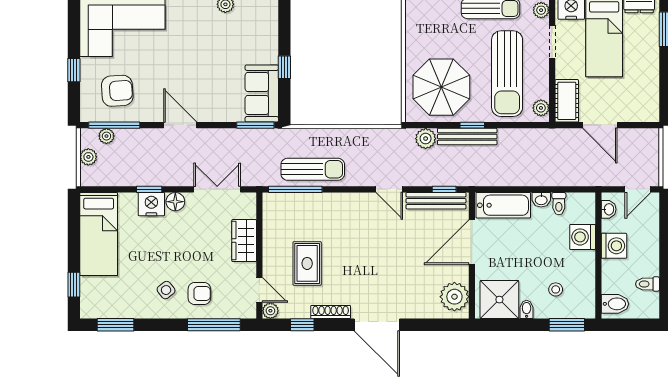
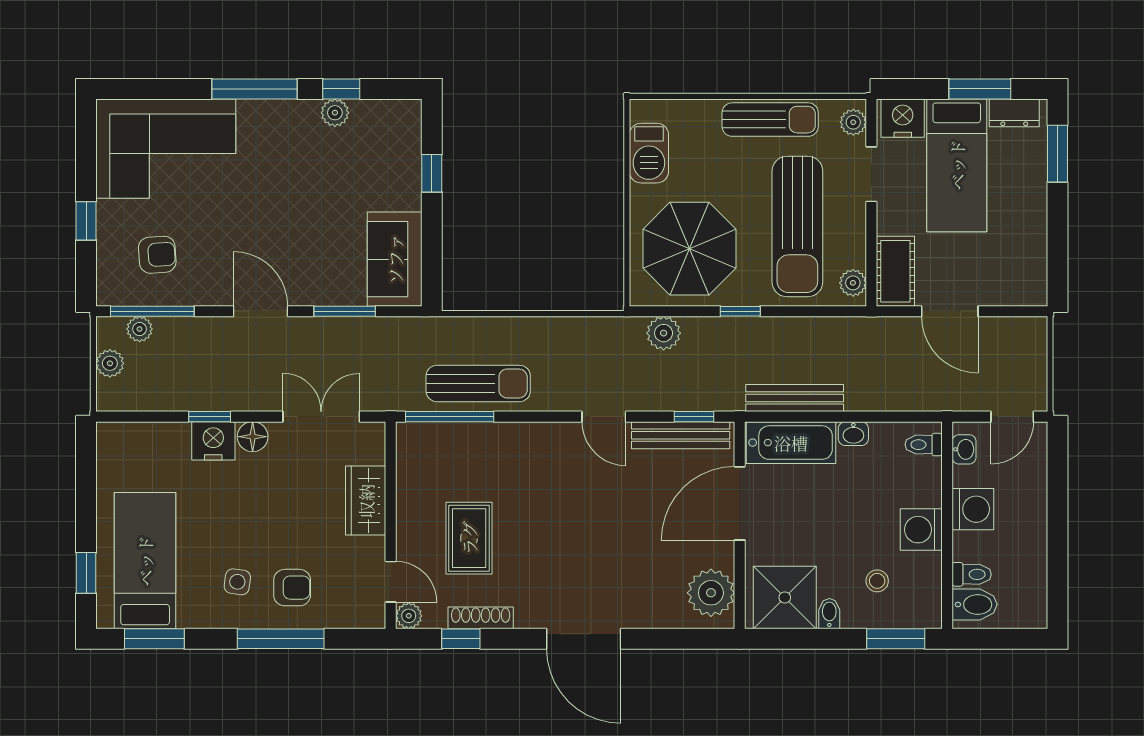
barbecue: (417, 29) -> (649, 153), added
window: (284, 67) -> (432, 173), moved
armchair: (117, 91) -> (157, 255), width x0.72, depth x0.72
window: (255, 125) -> (345, 311), moved
bench: (467, 137) -> (795, 398), moved
toilet: (559, 204) -> (924, 445), moved, turned 90
bed: (99, 234) -> (145, 561), moved, turned 180
washing machine: (583, 237) -> (921, 530), moved
toilet: (648, 284) -> (972, 574), moved, turned 180
side table: (166, 290) -> (237, 582), turned 45
shoe rack: (331, 312) -> (481, 618), moved
window: (214, 325) -> (281, 639), moved

